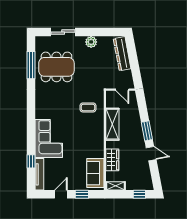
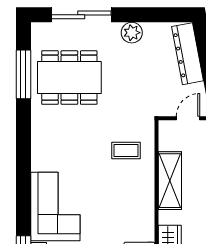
sliding door: (63, 32) -> (81, 15), width x1.37
door: (122, 90) -> (188, 118), swing flipped

